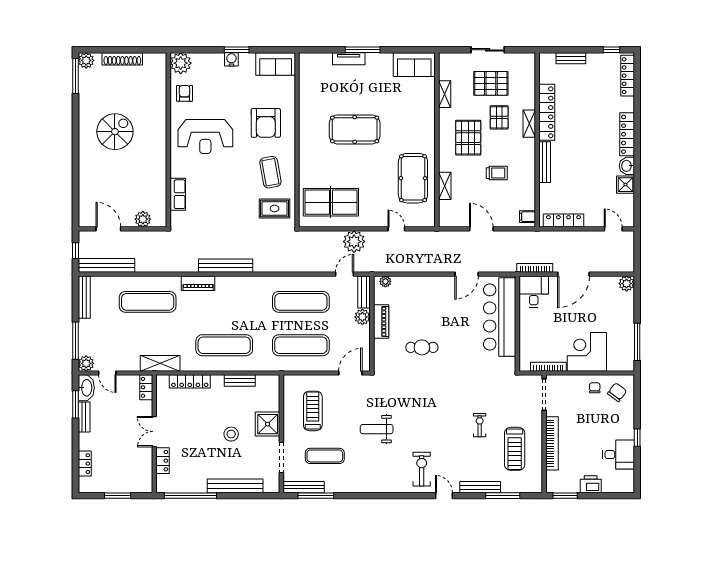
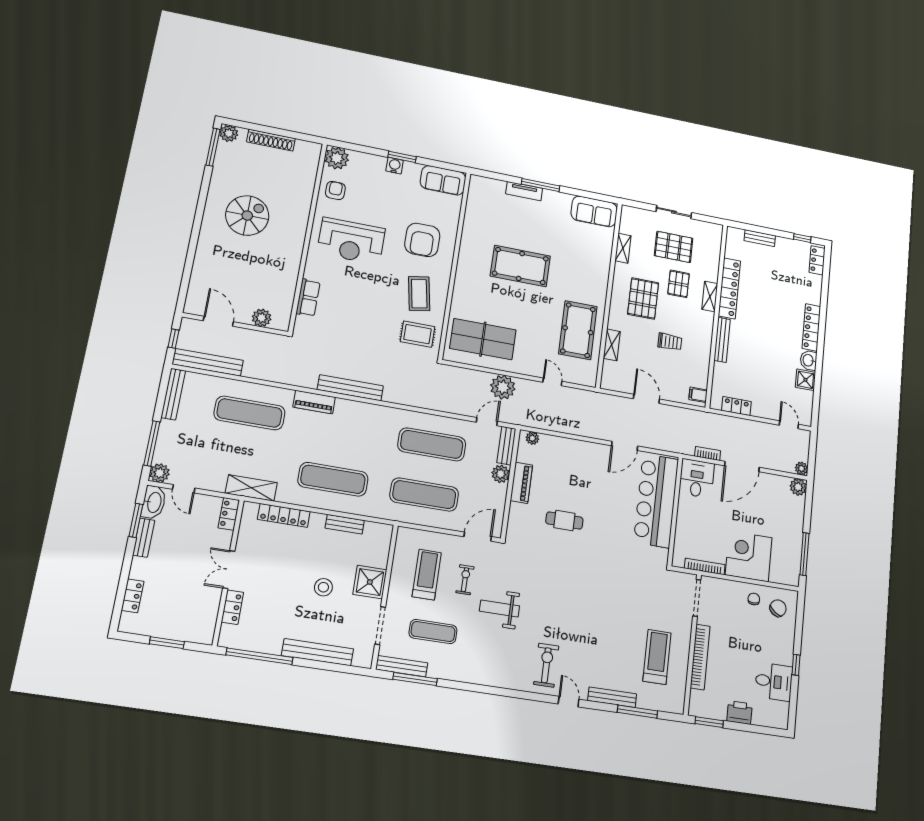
locker: (628, 76) -> (817, 260), width x0.66
locker: (563, 221) -> (736, 406), width x0.66
plant: (628, 266) -> (802, 468), added
bookcase: (535, 268) -> (708, 453), width x0.64
exercise bike: (480, 425) -> (465, 580), moved
treadmill: (515, 449) -> (657, 657), turned 180

